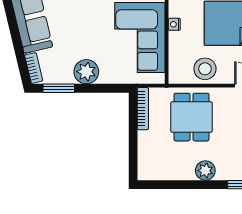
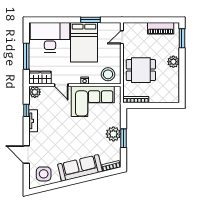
stool: (205, 69) -> (108, 74), moved
window: (59, 88) -> (123, 138), moved

